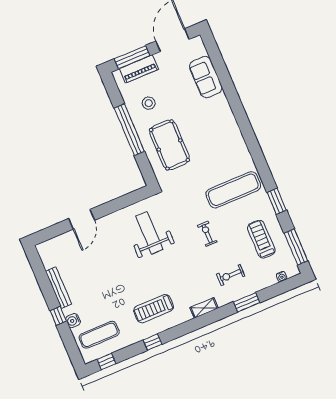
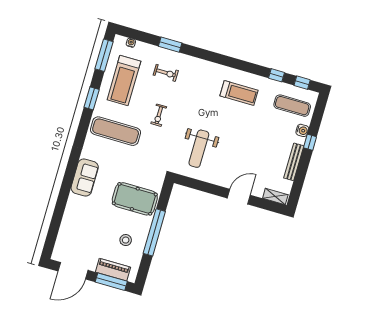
sofa: (206, 77) -> (85, 178), moved
pool table: (169, 145) -> (135, 199), turned 90
treadmill: (261, 239) -> (124, 81), width x1.37, depth x1.37
shelving: (204, 308) -> (275, 197), moved
window: (153, 342) -> (277, 75), moved

